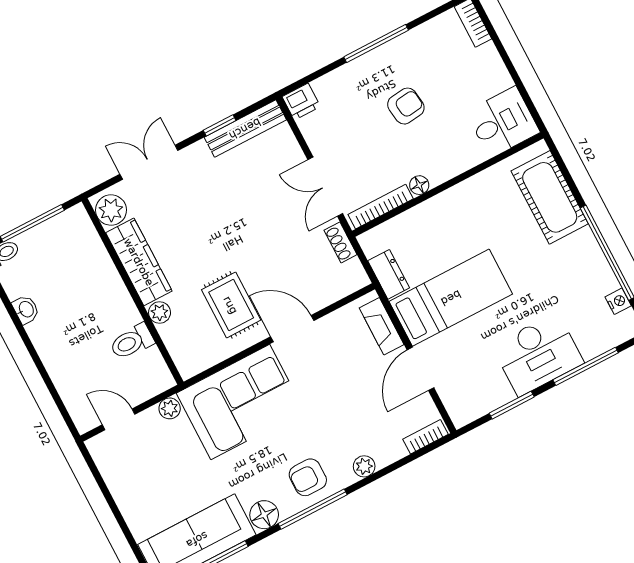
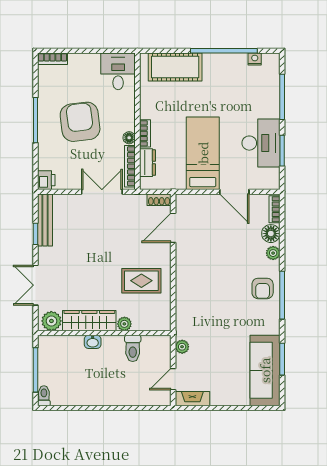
armchair: (406, 106) -> (80, 122), width x1.88, depth x1.88
double door: (325, 187) -> (102, 192), swing flipped
bookcase: (437, 204) -> (145, 133), added
shoe rack: (340, 242) -> (159, 200), moved
dresser: (389, 274) -> (147, 163), moved, turned 90
washbasin: (26, 309) -> (93, 342), moved, turned 180
fireplace: (382, 326) -> (192, 399), moved, turned 180
door: (292, 329) -> (173, 228), moved
desk: (538, 354) -> (261, 143), moved
corner sofa: (240, 402) -> (200, 305), removed
floor lamp: (264, 515) -> (271, 234), moved

